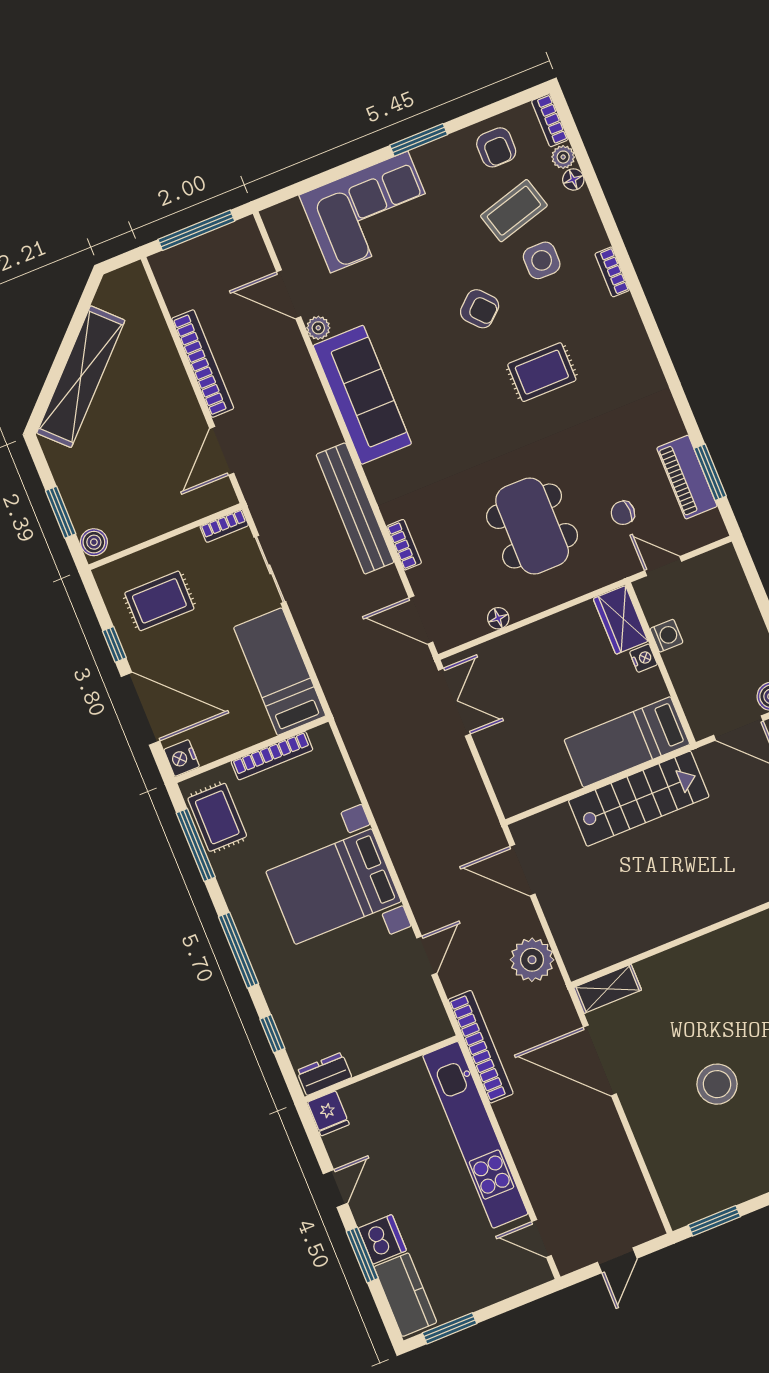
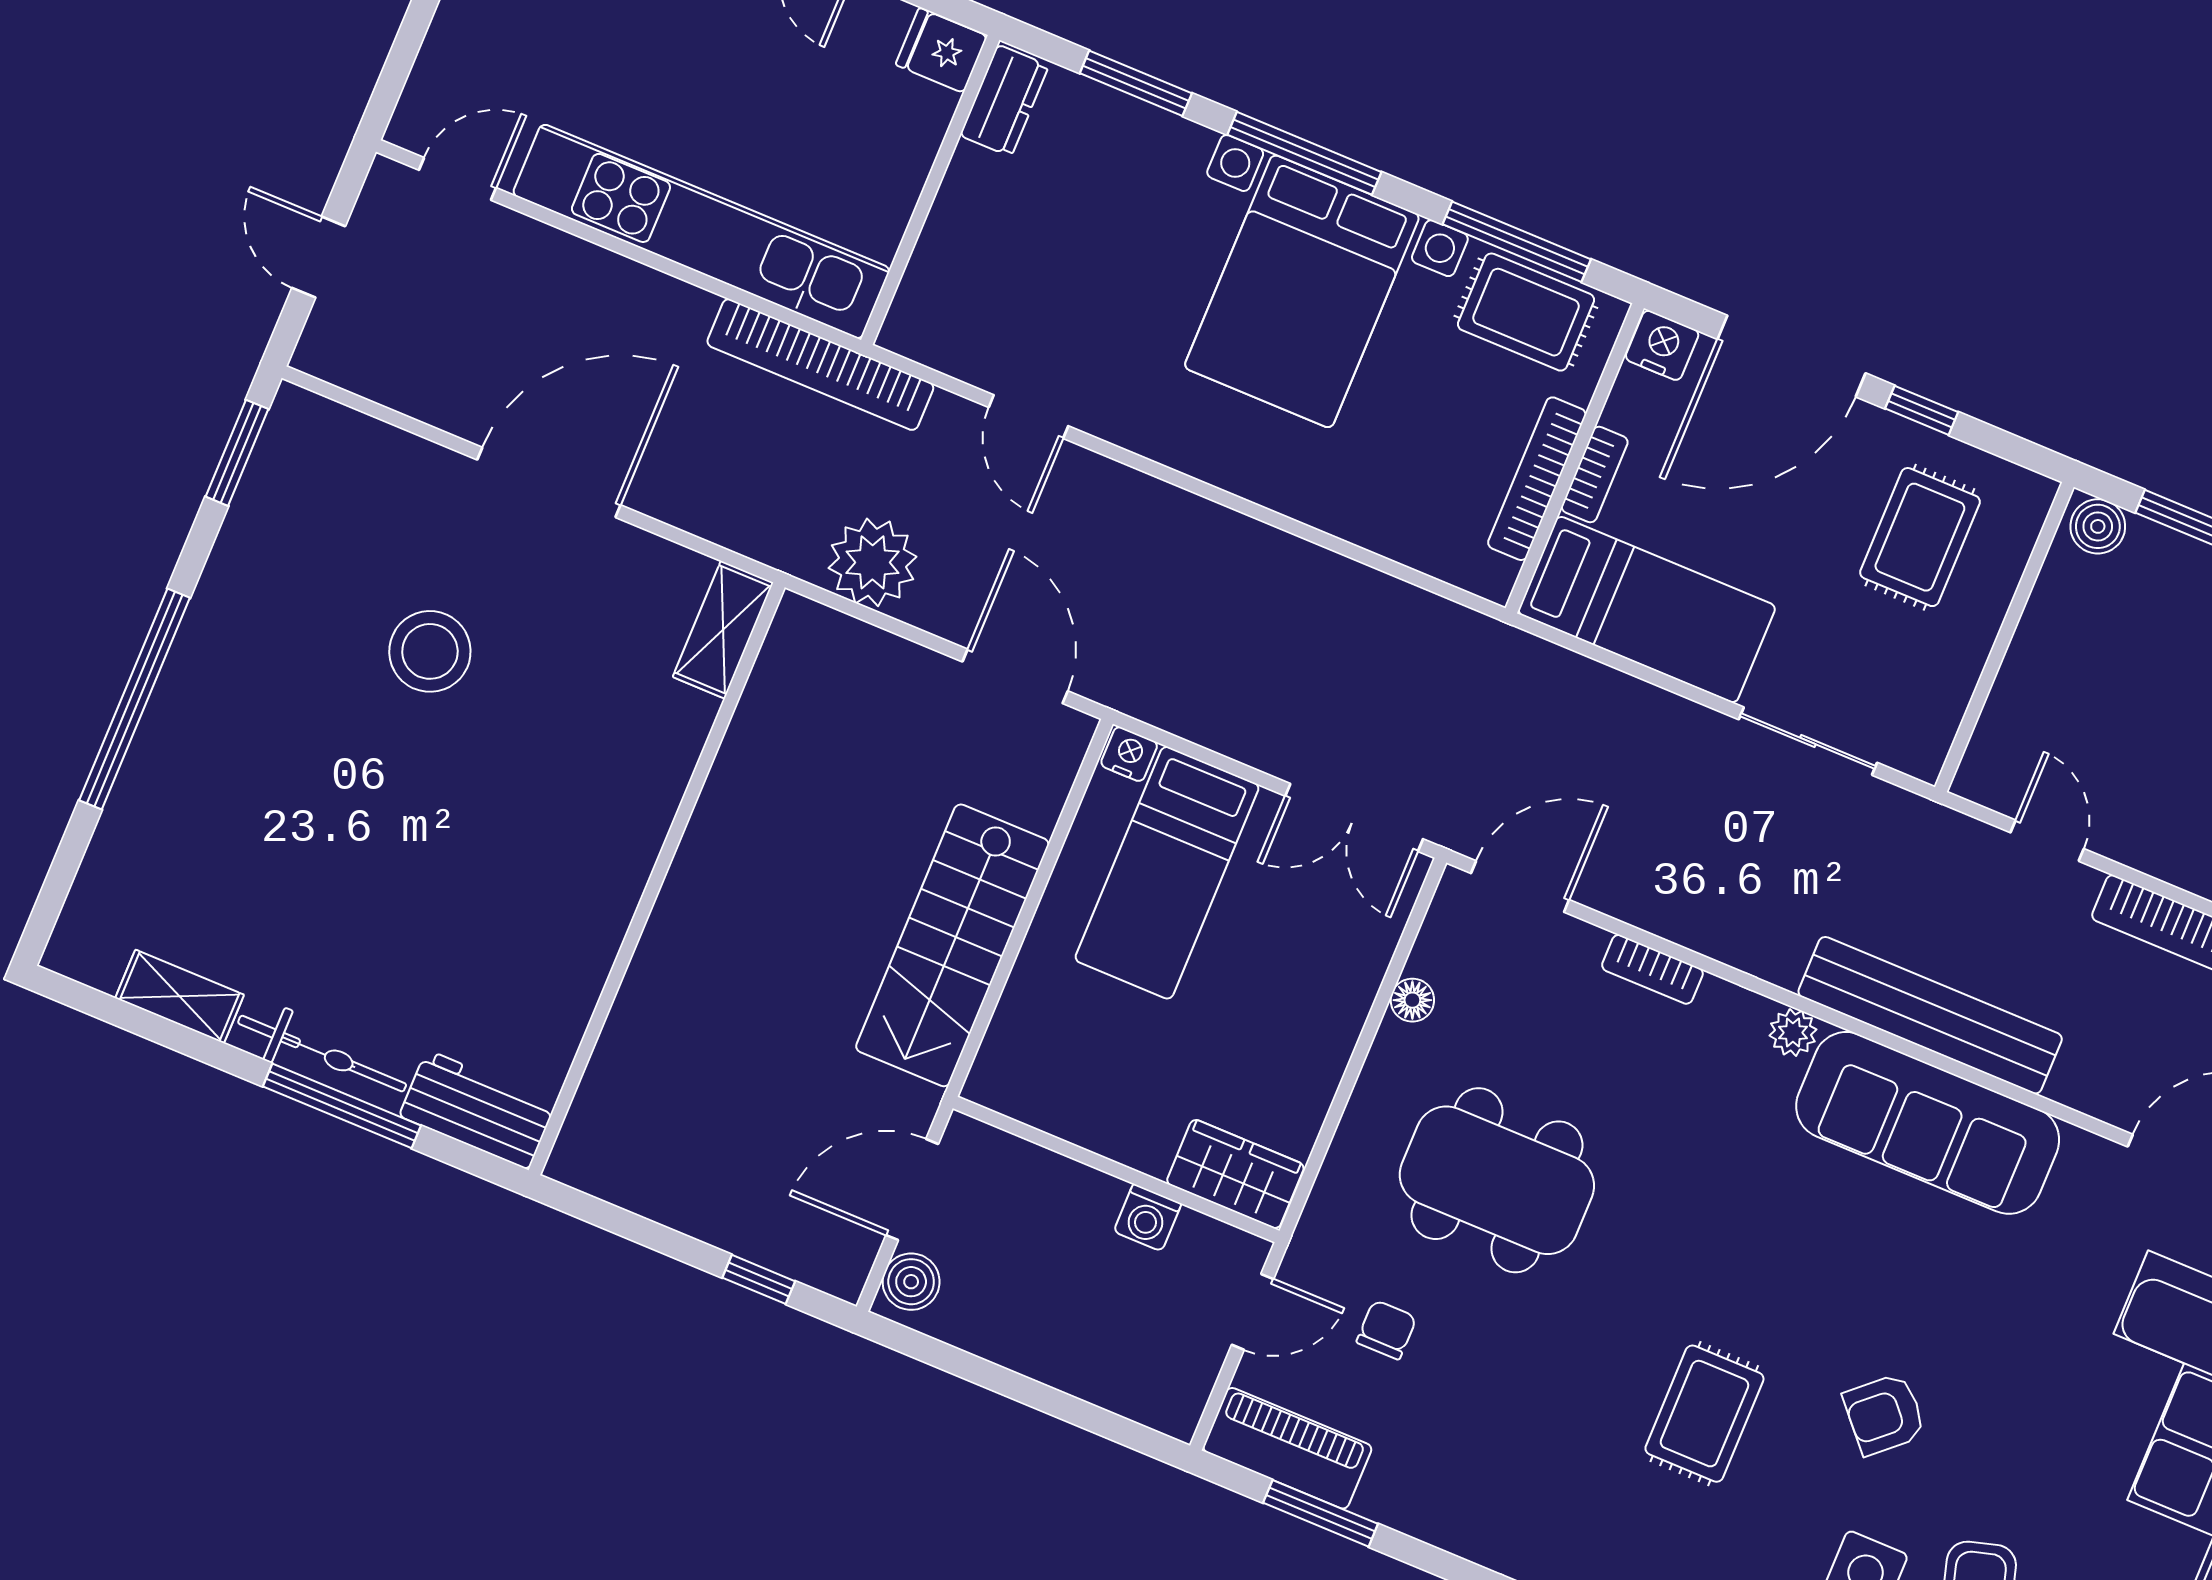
plant: (318, 328) -> (1793, 1033), moved
door: (222, 451) -> (2047, 841), width x0.73
piano: (687, 477) -> (1287, 1448), moved
bench: (355, 508) -> (1930, 1015), moved
bookcase: (224, 526) -> (1595, 474), moved, turned 180
nightstand: (643, 658) -> (1129, 754), moved, turned 180
bed: (627, 742) -> (1167, 873), moved, turned 180
door: (523, 870) -> (1015, 676), hinge flipped
bed with nightstands: (334, 887) -> (1302, 291), moved, turned 180
window: (272, 1034) -> (1136, 83), width x1.50
door: (600, 1060) -> (549, 482), moved

